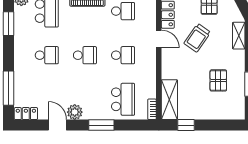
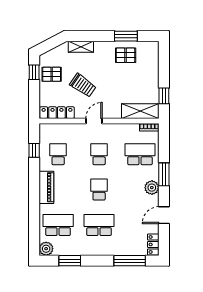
door: (159, 39) -> (94, 121), moved
school desk: (47, 55) -> (99, 225), width x1.85
pallet: (218, 80) -> (126, 55), moved
plant: (75, 112) -> (152, 188), moved

